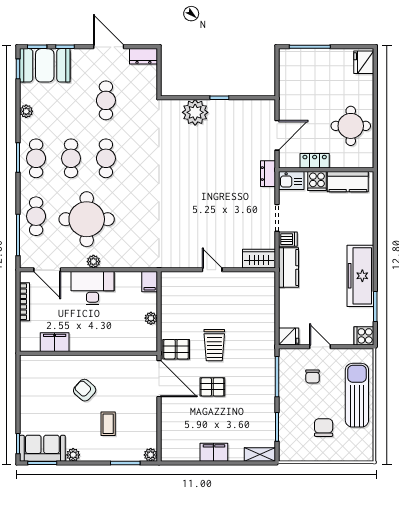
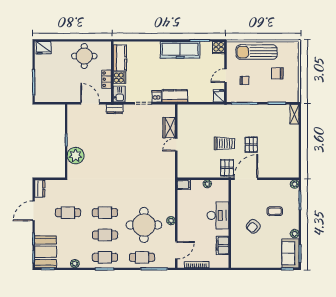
wardrobe: (259, 259) -> (169, 128), moved
desk: (93, 288) -> (218, 215), moved, turned 180
filing cabinet: (214, 452) -> (293, 144), removed

